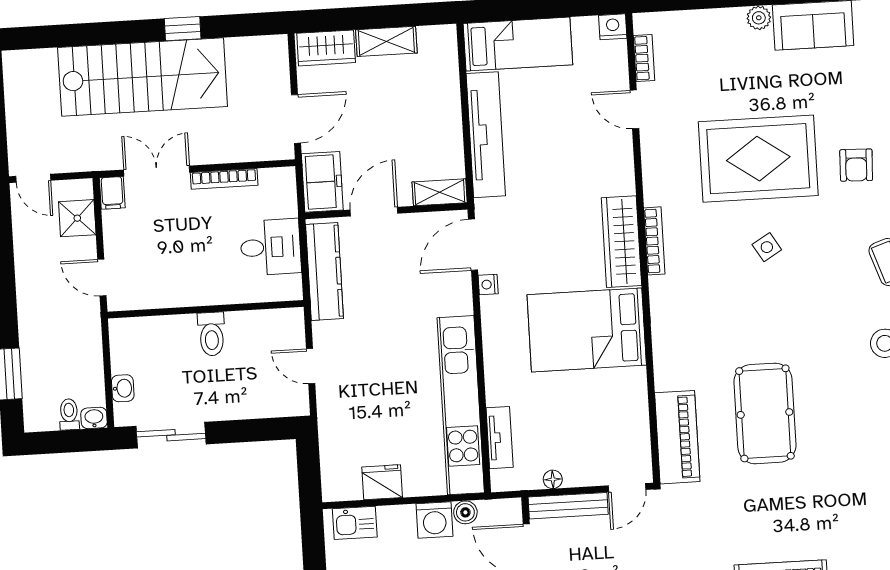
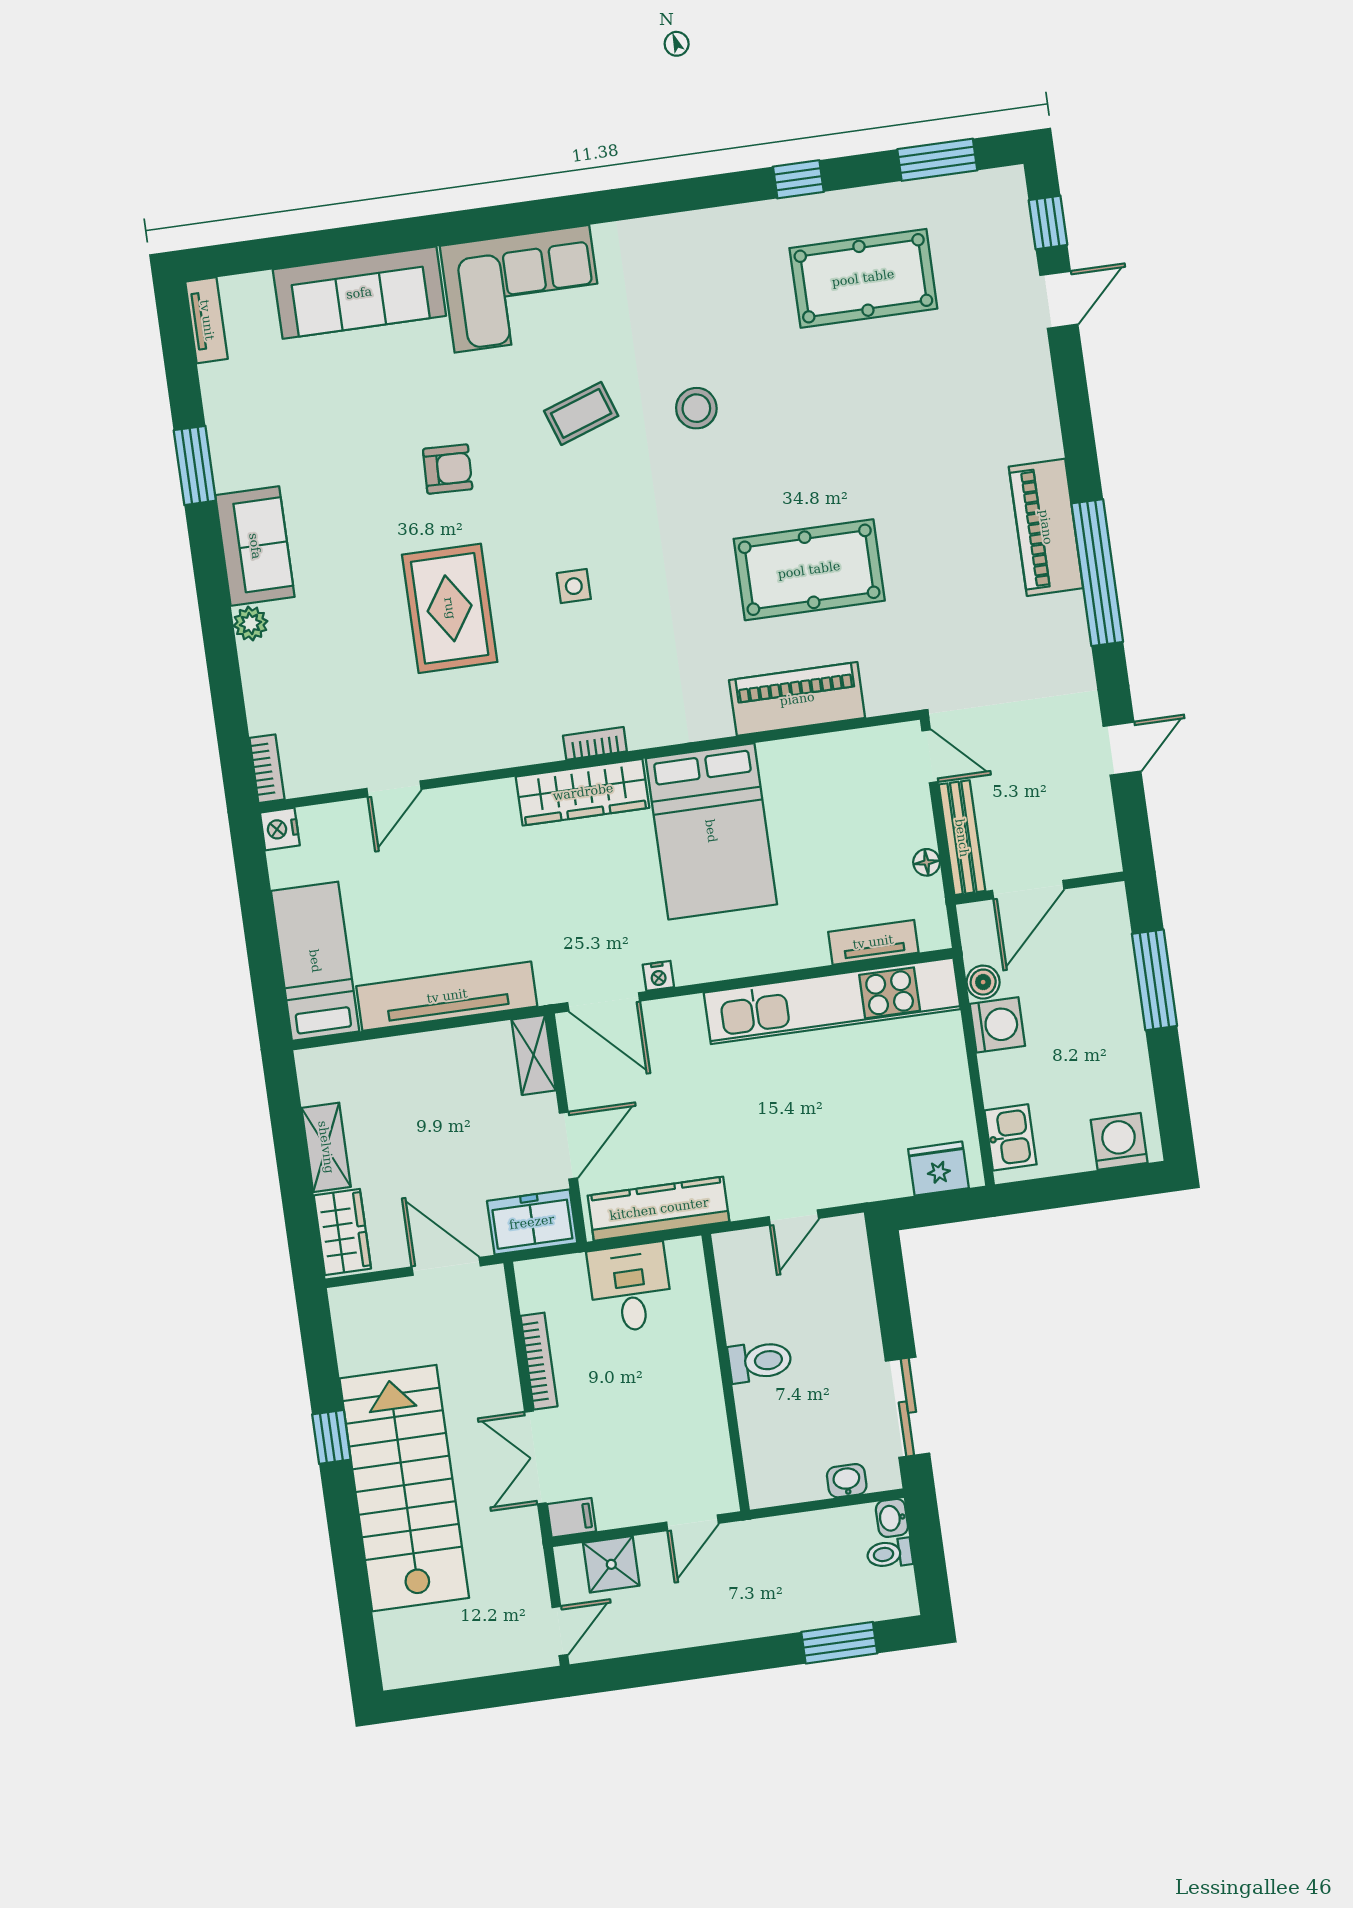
bookcase: (644, 58) -> (267, 769), moved, turned 90
rug: (758, 159) -> (450, 608), width x0.73, depth x0.69
door: (374, 212) -> (568, 1146), swing flipped
bookcase: (654, 241) -> (595, 743), width x0.64
side table: (767, 247) -> (574, 586), turned 31
piano: (677, 437) -> (797, 699), moved
fridge: (382, 482) -> (938, 1169), moved, turned 90

